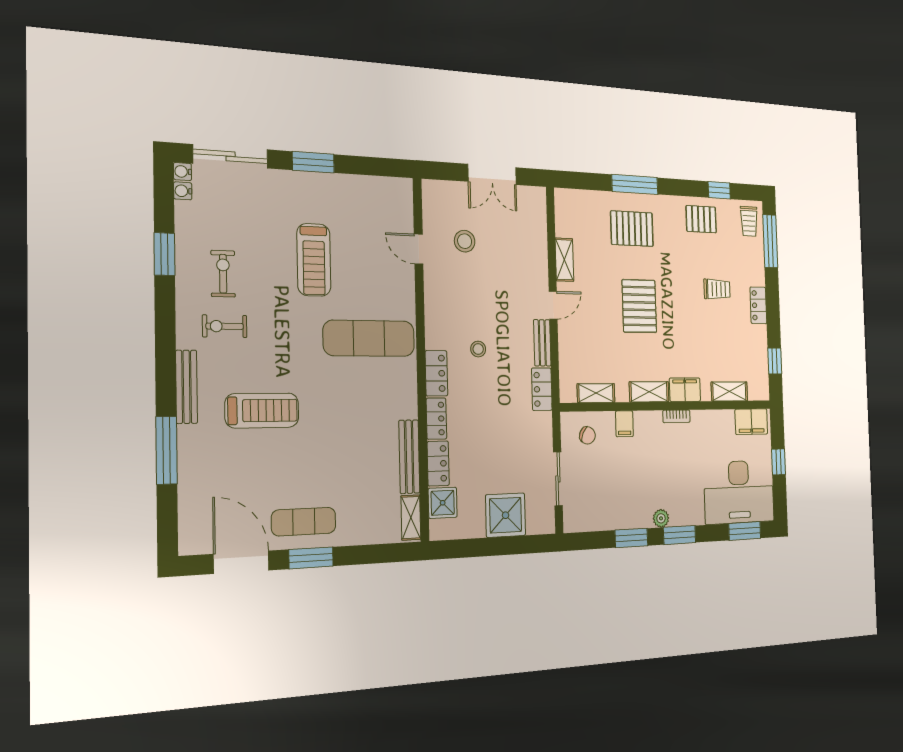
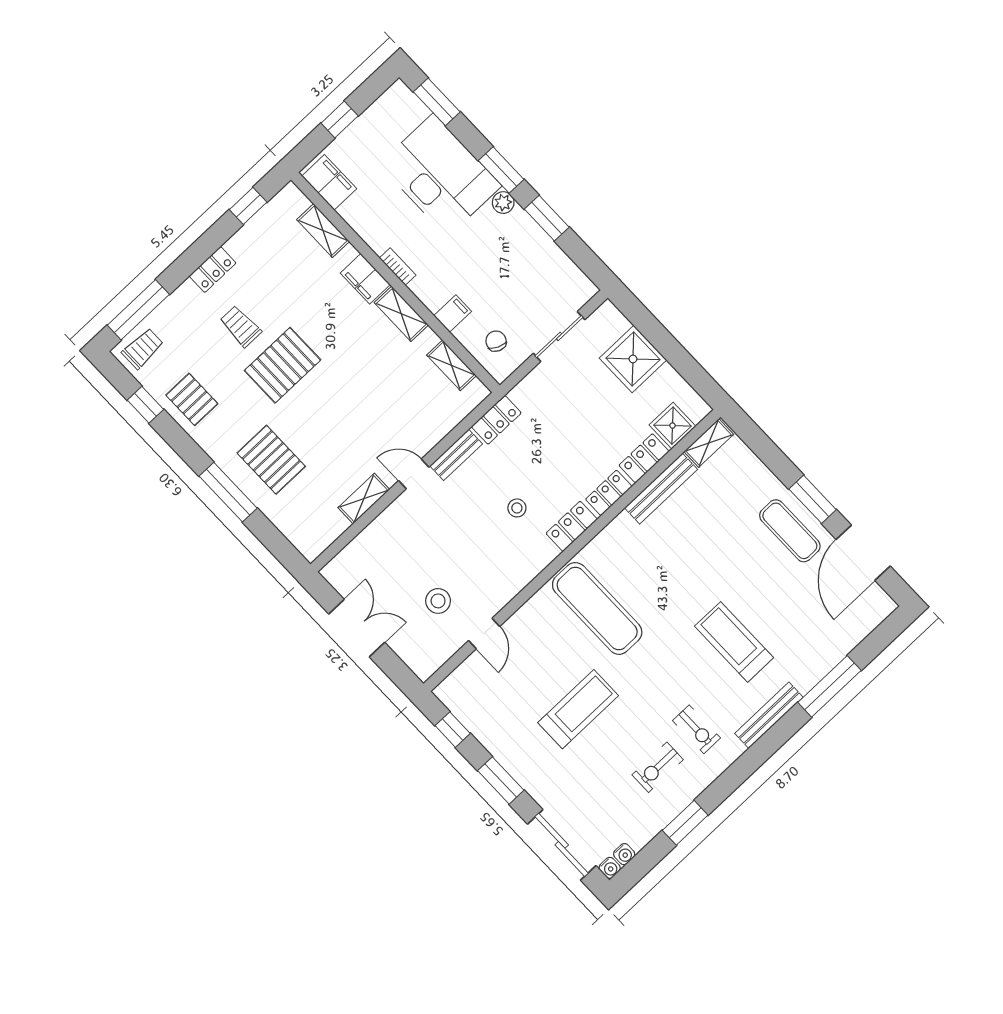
window: (376, 166) -> (453, 730), added
pallet: (639, 306) -> (283, 365), moved
desk: (739, 492) -> (440, 175), moved

